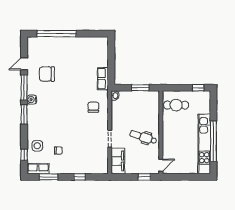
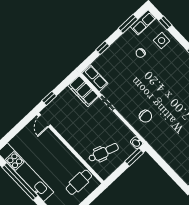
row of seats: (103, 79) -> (95, 78), moved
window: (140, 88) -> (134, 157), moved
dental chair: (143, 137) -> (103, 153), moved

